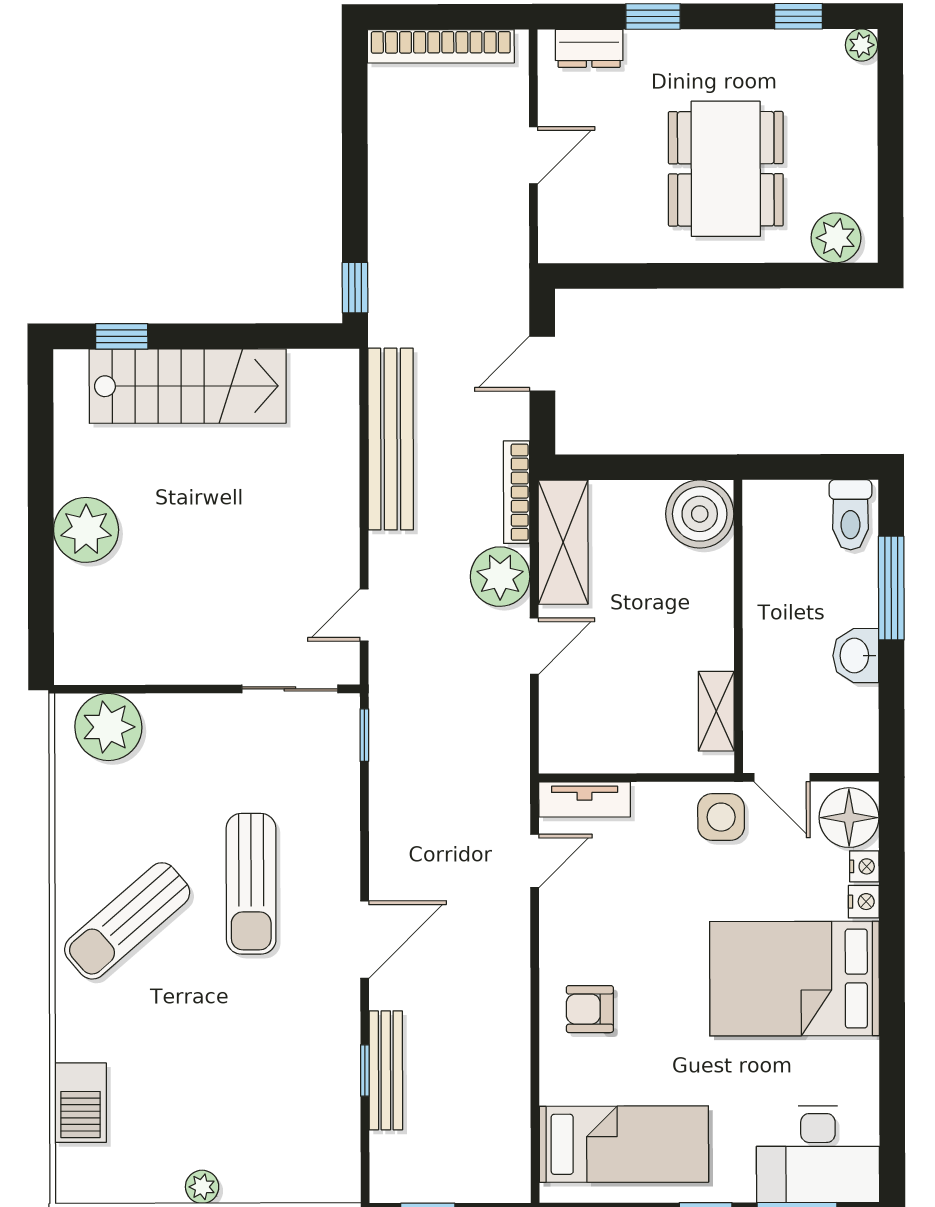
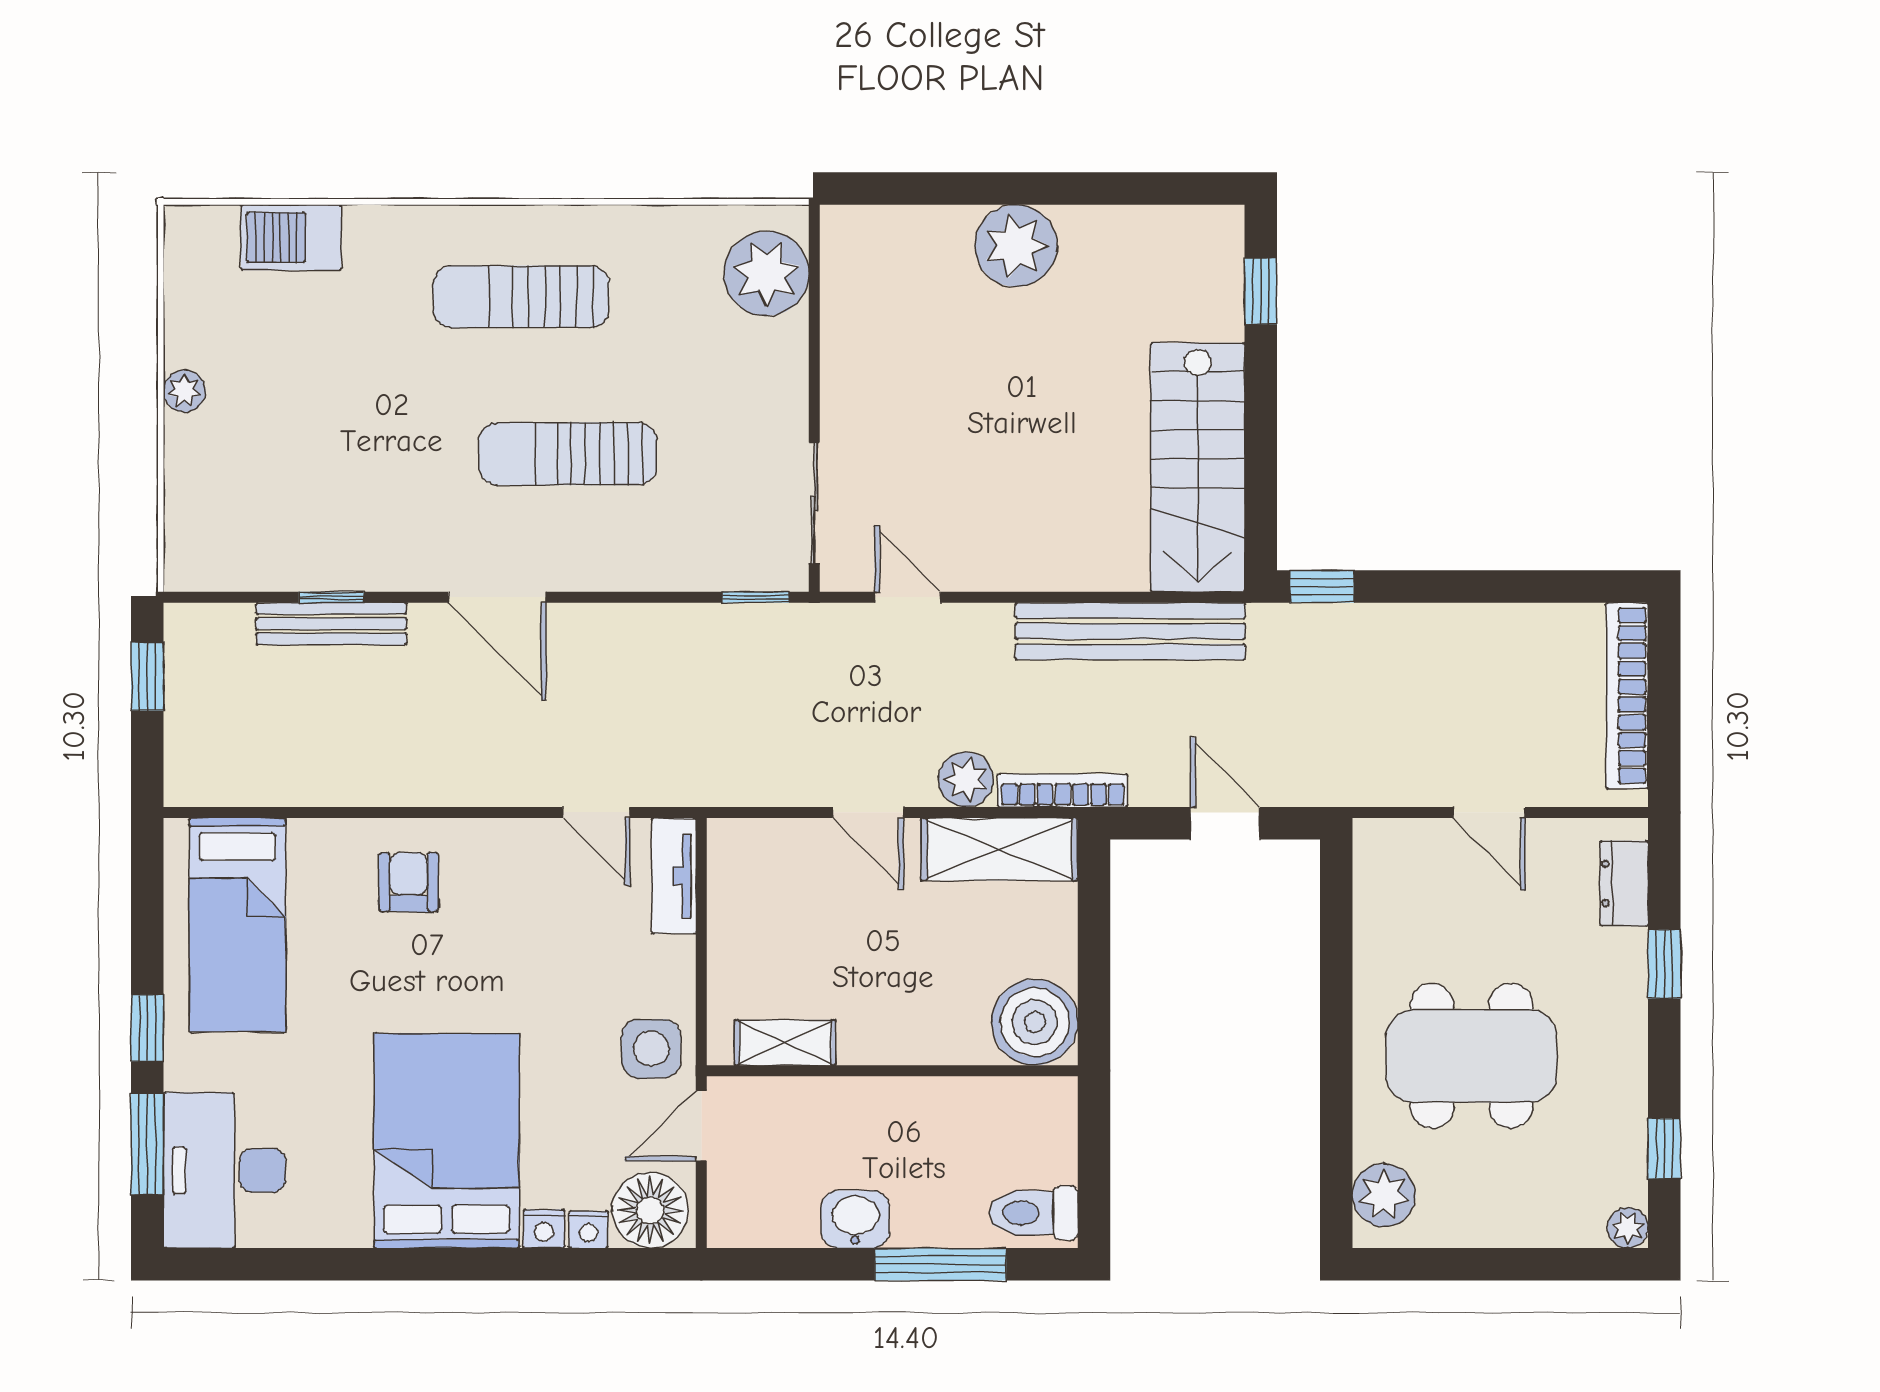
stairs: (188, 386) -> (1198, 467), moved
plant: (500, 577) -> (966, 779), width x0.73, depth x0.73
sun lounger: (127, 921) -> (521, 297), turned -49

